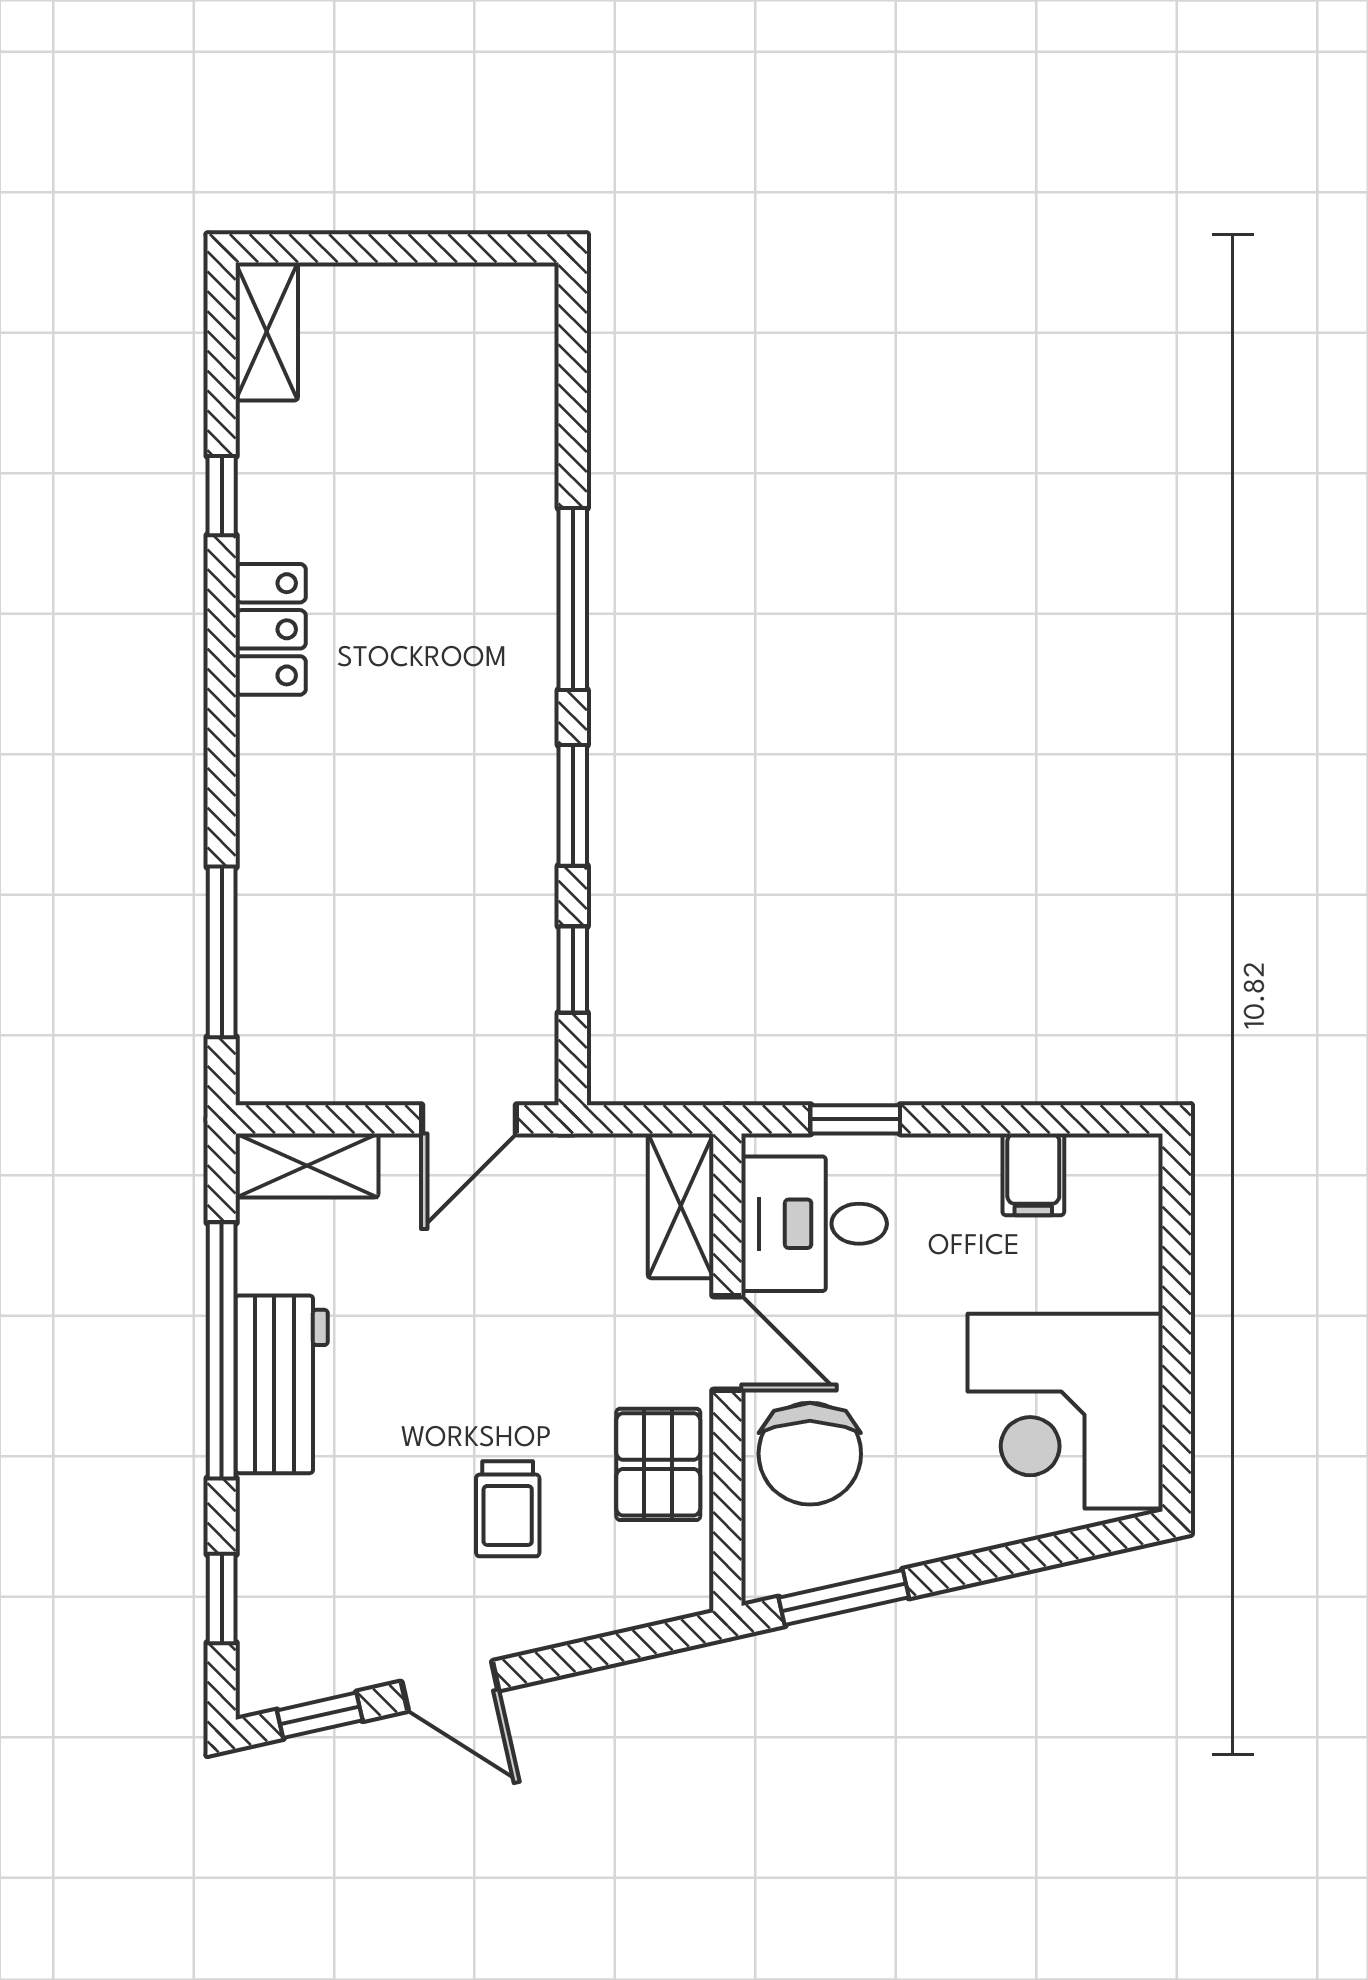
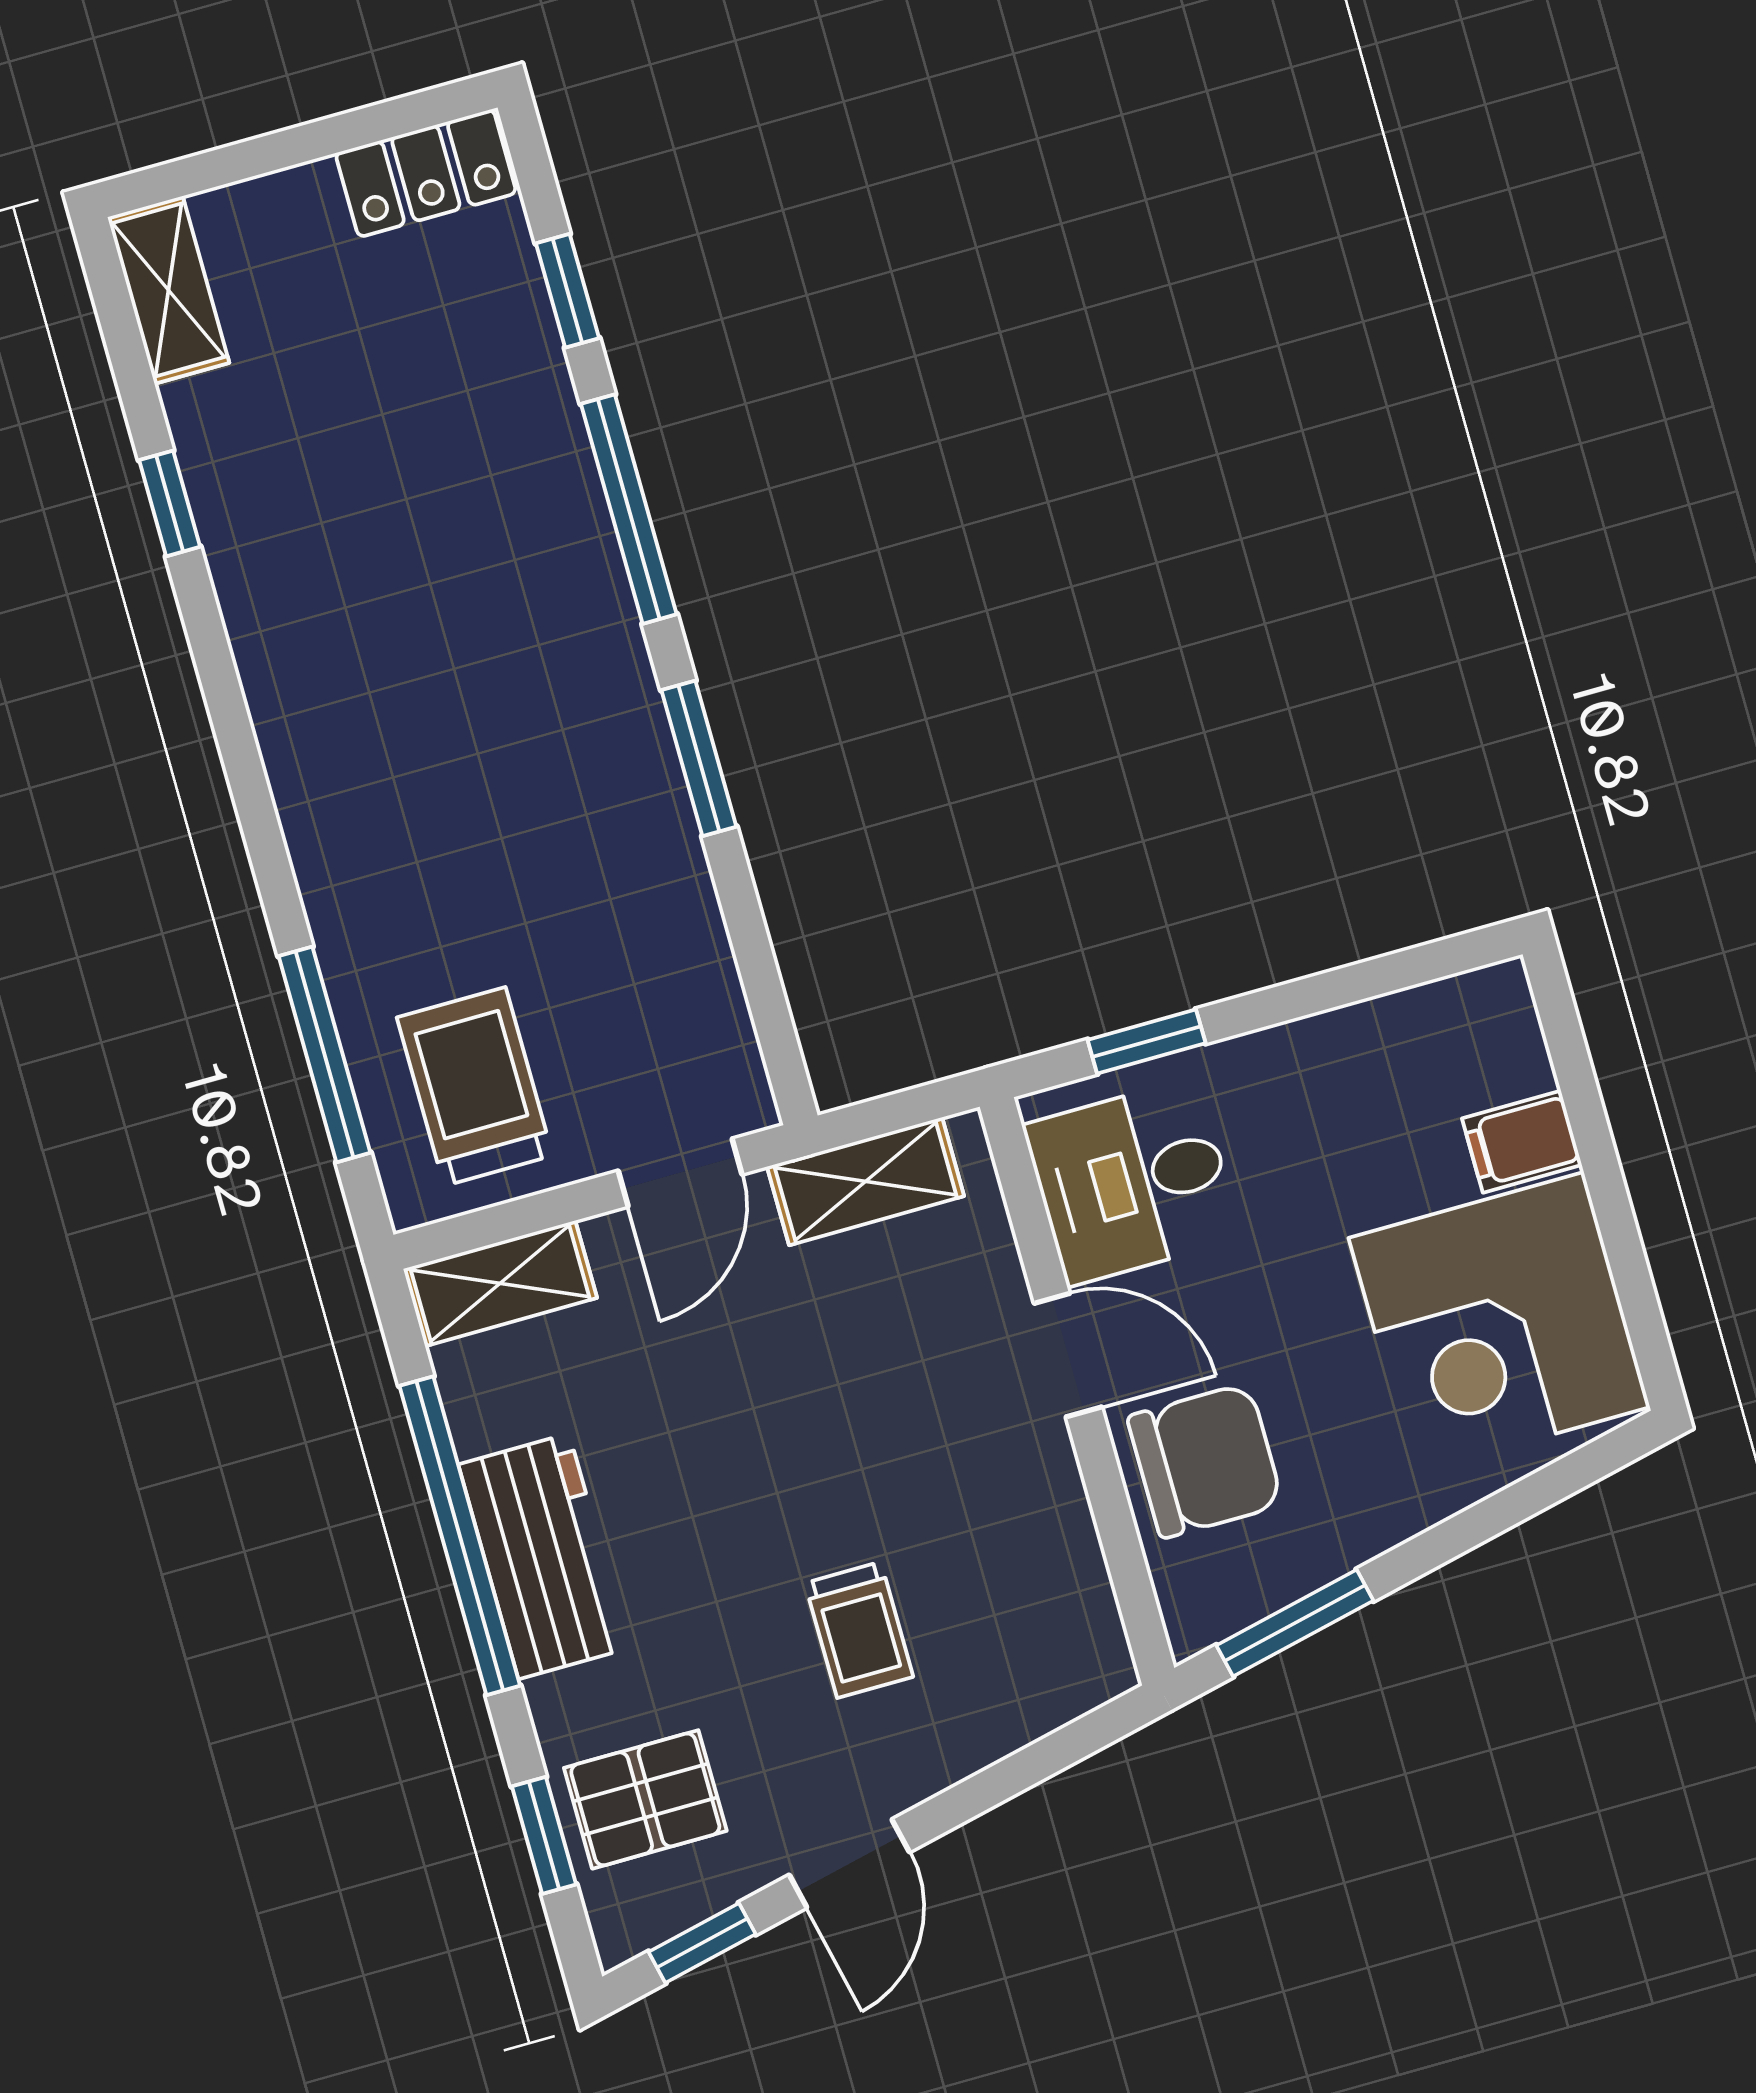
locker: (271, 629) -> (426, 173), moved, turned 90
window: (573, 969) -> (567, 291), moved
trolley: (330, 1009) -> (475, 1086), added
filing cabinet: (1033, 1174) -> (1522, 1142), moved, turned 90
shelving: (681, 1206) -> (866, 1181), moved, turned 90
chair: (810, 1454) -> (1205, 1461), turned -90
pallet: (658, 1464) -> (645, 1799), moved, turned 90
door: (450, 1686) -> (849, 1864), hinge flipped

